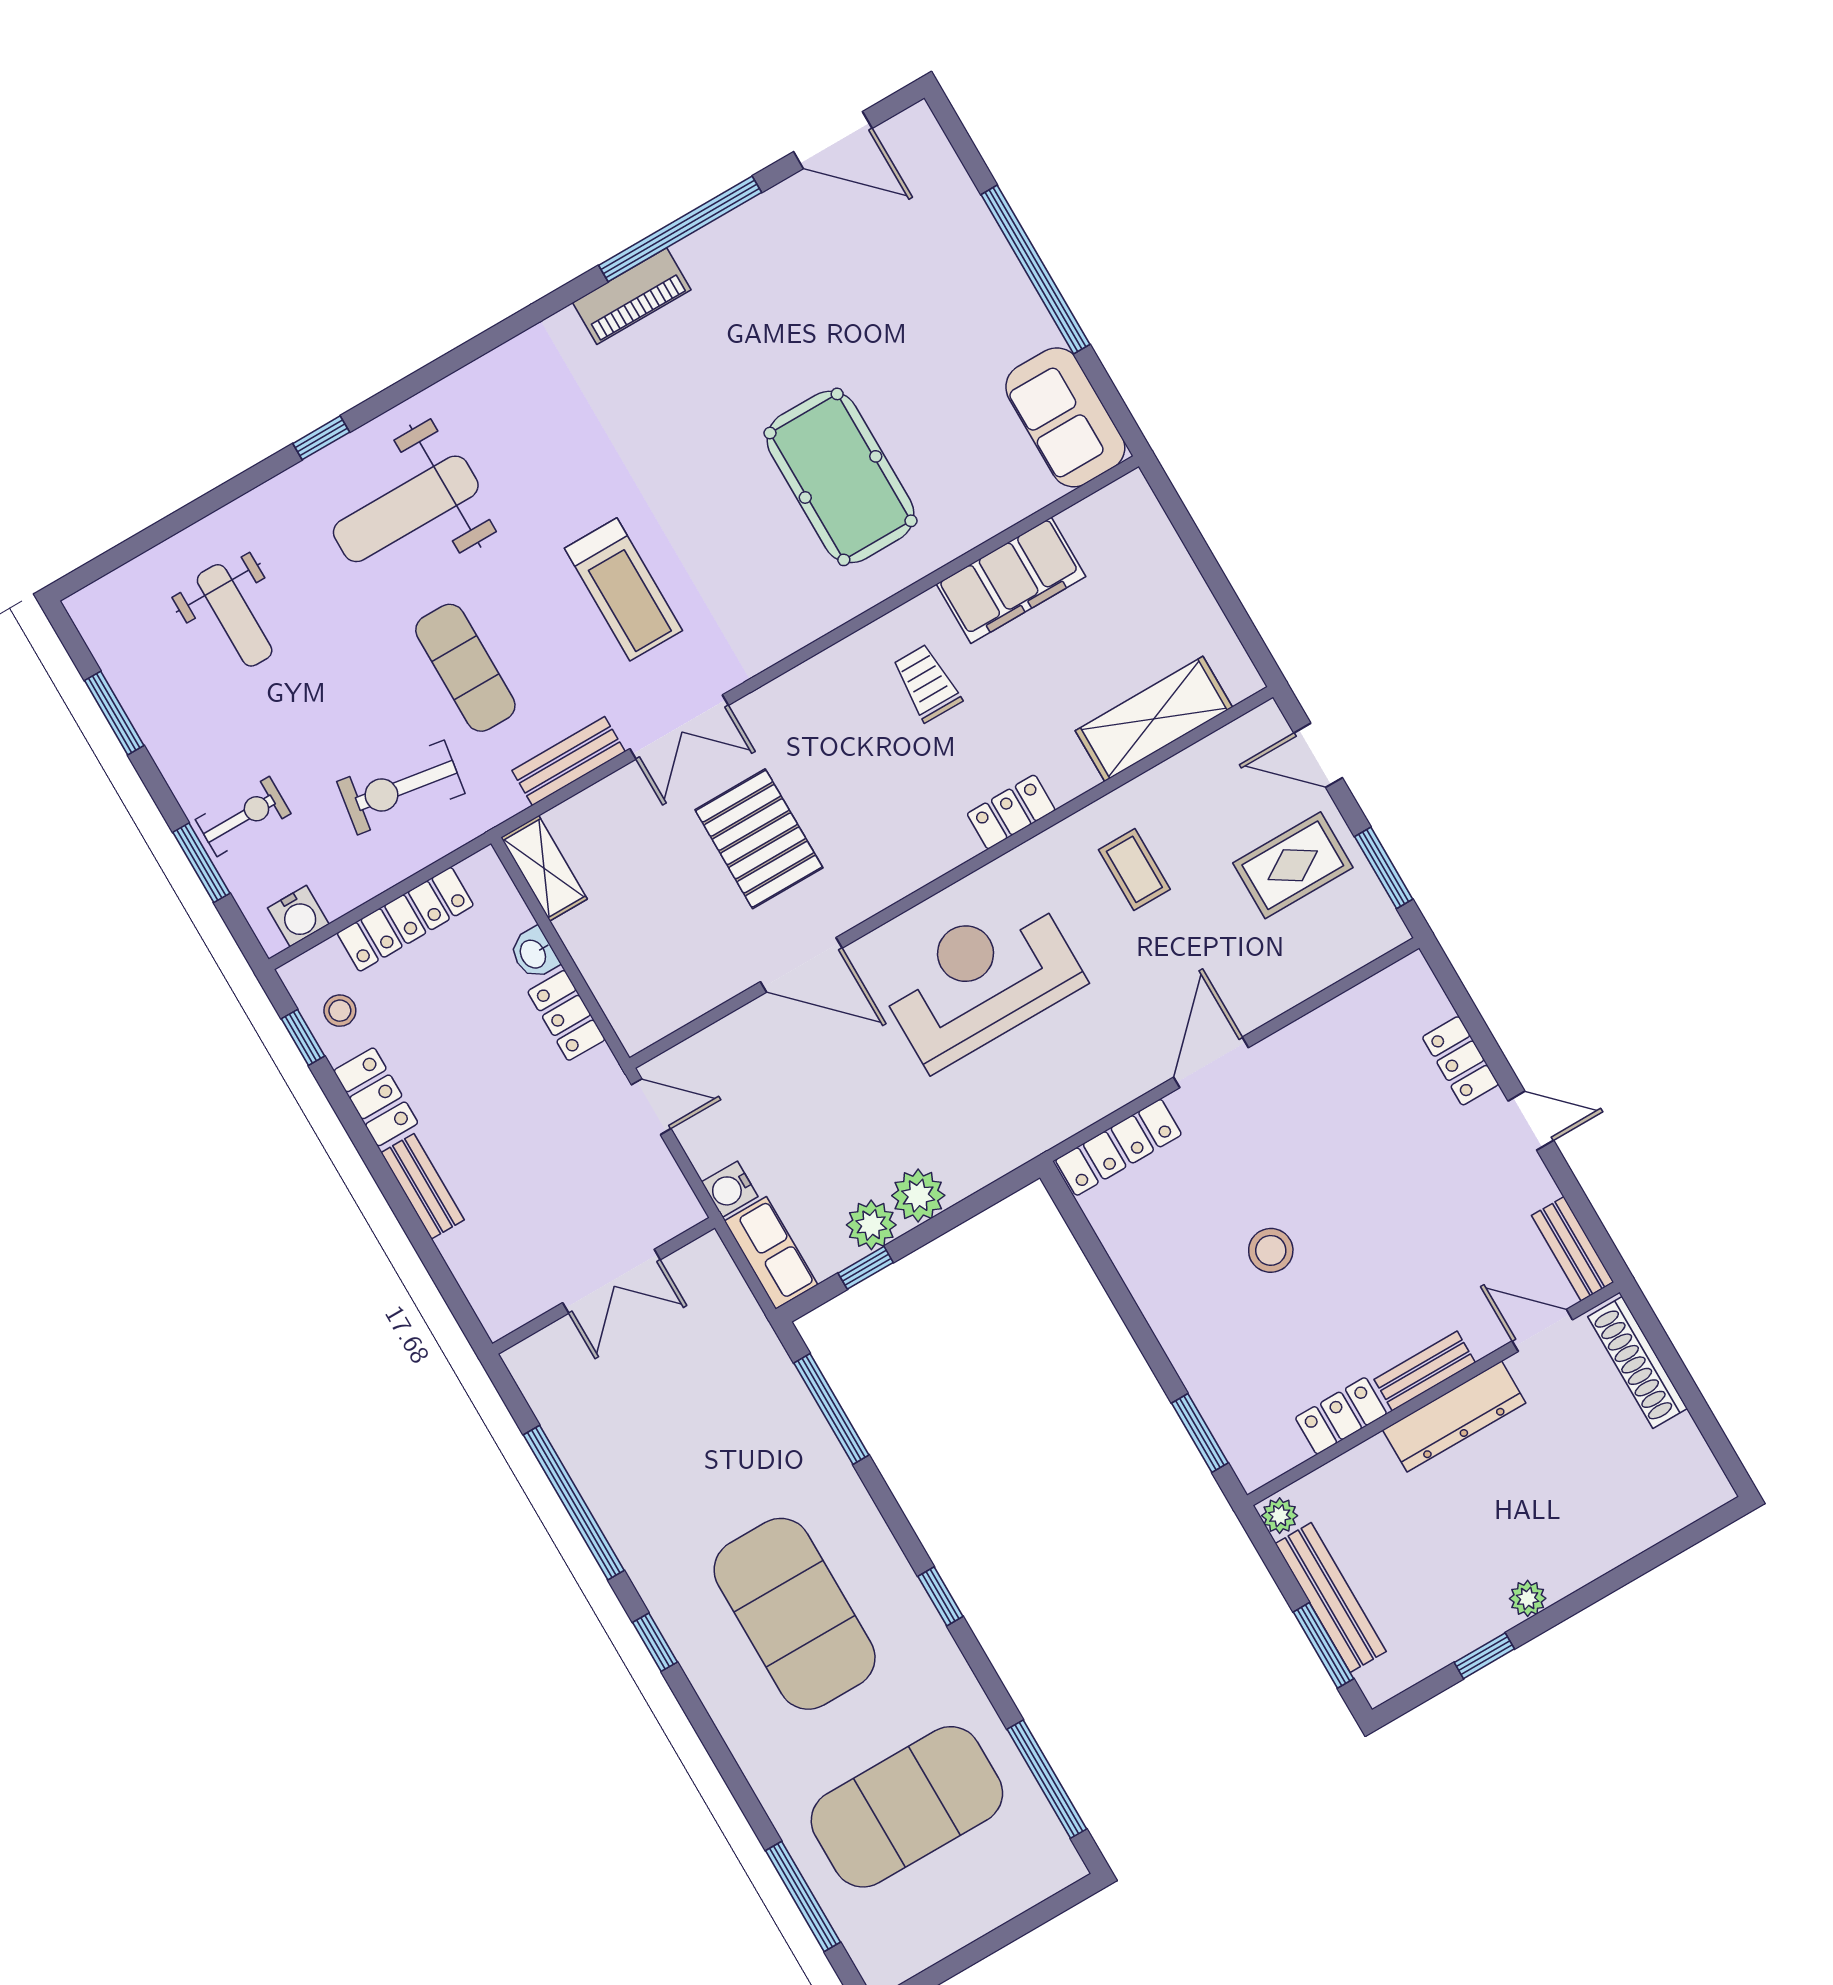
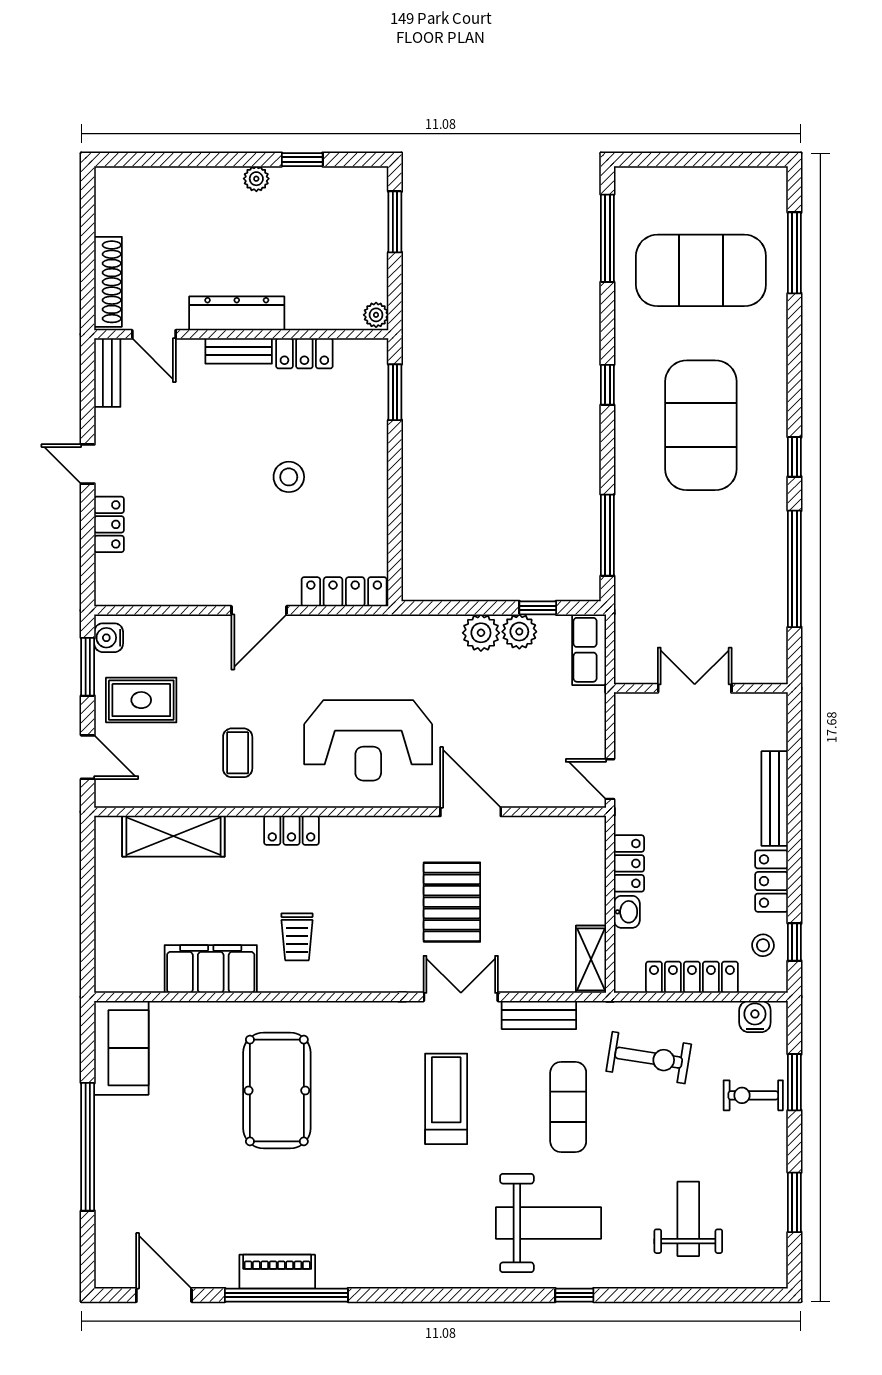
piano: (632, 296) -> (277, 1272), moved
bench: (423, 1186) -> (775, 799), width x1.36
water cooler: (730, 1189) -> (109, 638), moved, turned 180
bench: (1331, 1598) -> (374, 248), removed

